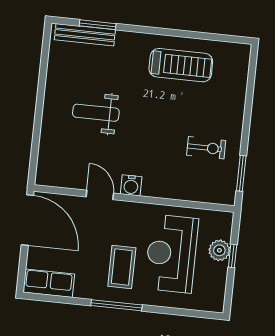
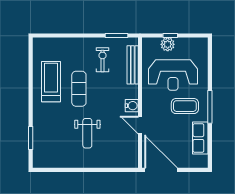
bench: (85, 35) -> (133, 65), moved
exercise mat: (165, 107) -> (79, 89), added
door: (100, 195) -> (140, 125), hinge flipped
door: (27, 220) -> (161, 170), hinge flipped
row of seats: (49, 283) -> (200, 138), moved

